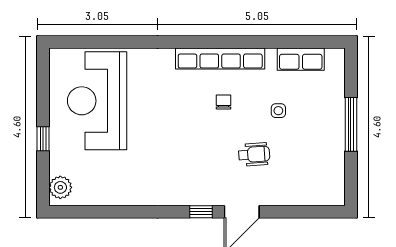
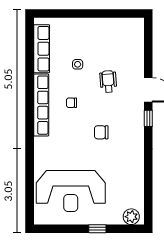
row of seats: (301, 59) -> (42, 49), width x1.48
window: (351, 124) -> (87, 14), removed
chair: (181, 144) -> (101, 132), added

